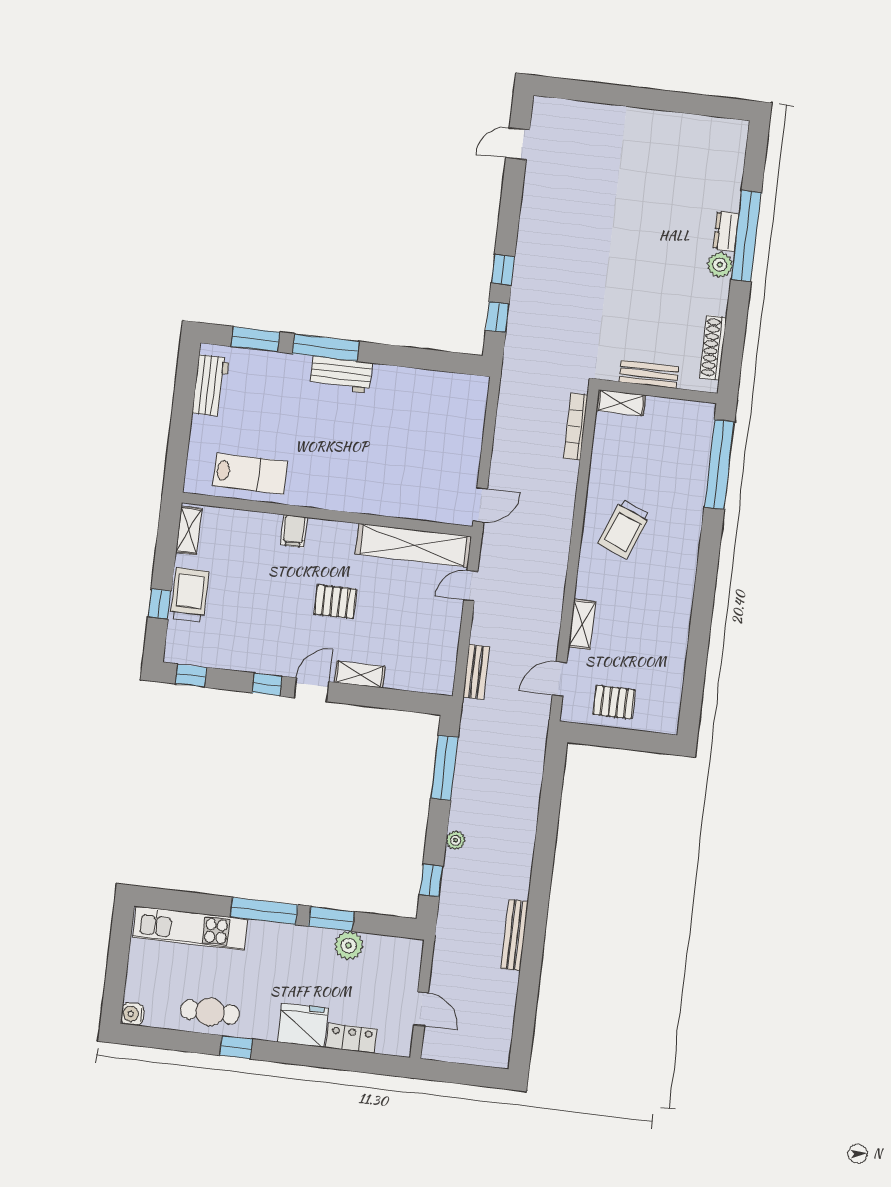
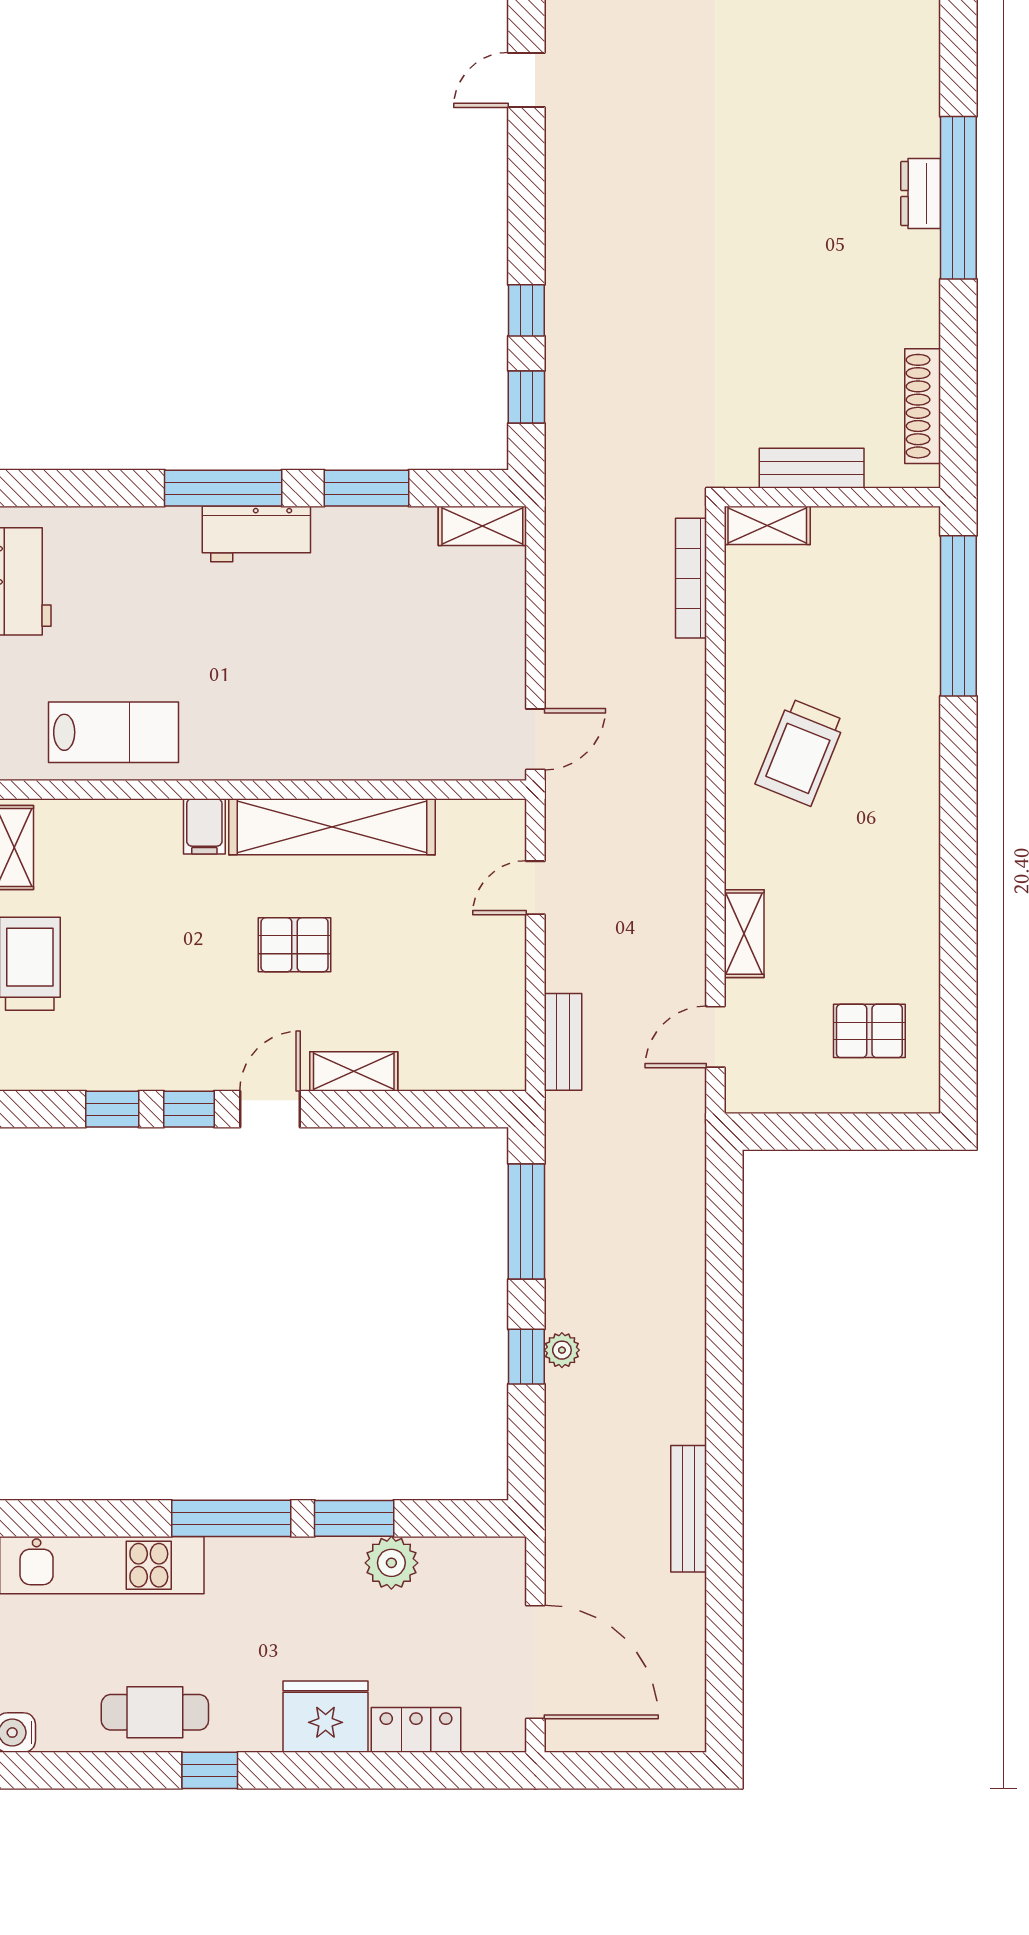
plant: (720, 265) -> (917, 255), removed
window: (255, 339) -> (366, 488), moved
shelving: (465, 385) -> (482, 526), added
shelving: (413, 545) -> (332, 827), moved
window: (191, 676) -> (112, 1109), moved
pallet: (614, 702) -> (869, 1031), moved
window: (431, 881) -> (526, 1357), moved
door: (421, 1009) -> (535, 1662), width x1.87

